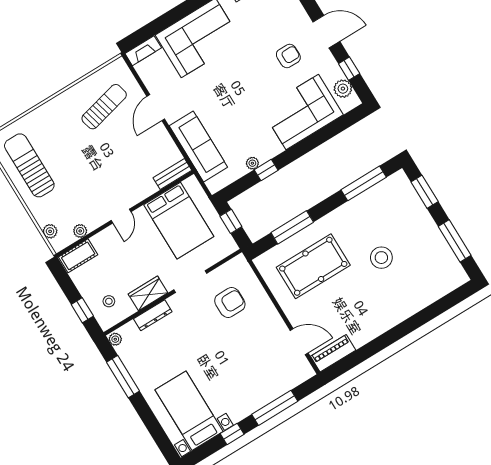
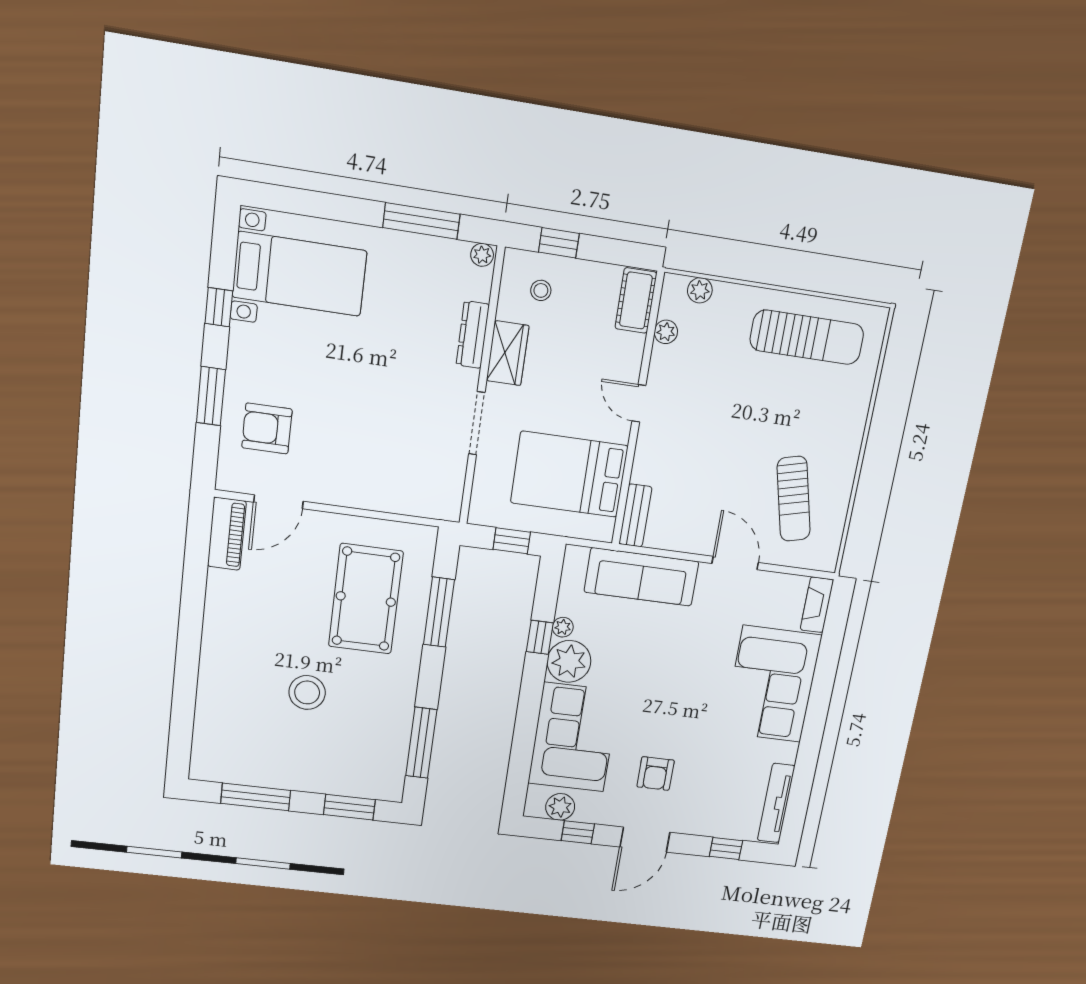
plant: (267, 146) -> (569, 661), added
armchair: (230, 302) -> (267, 428), moved, turned 90
window: (275, 408) -> (211, 396), width x0.69

